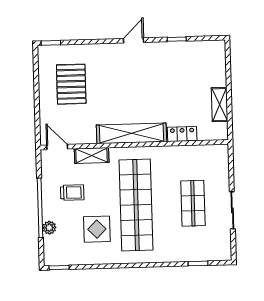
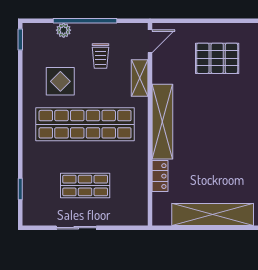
shelving: (220, 105) -> (213, 214), width x2.20, depth x1.33

